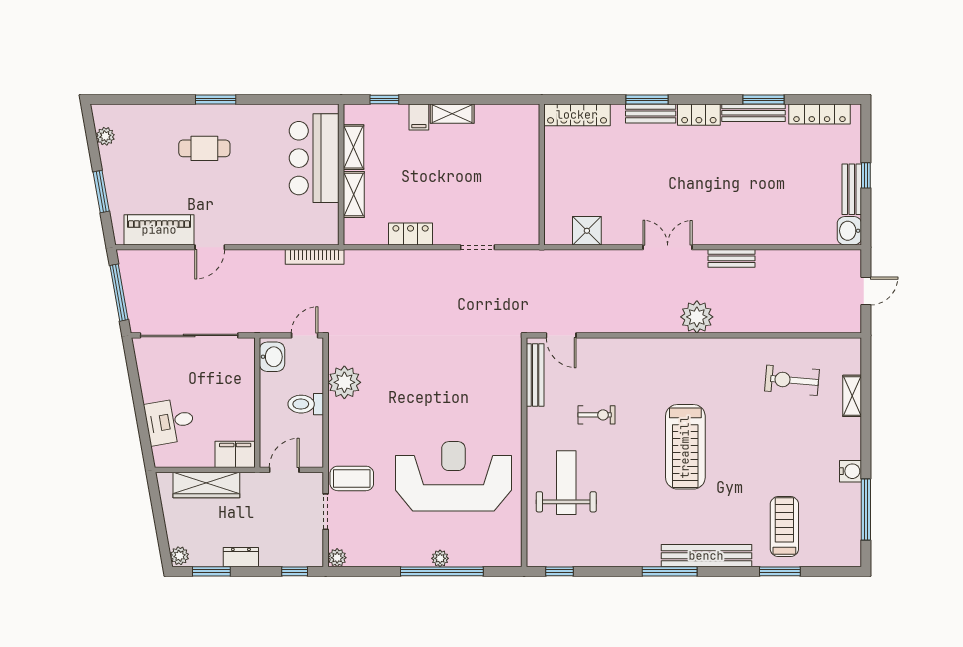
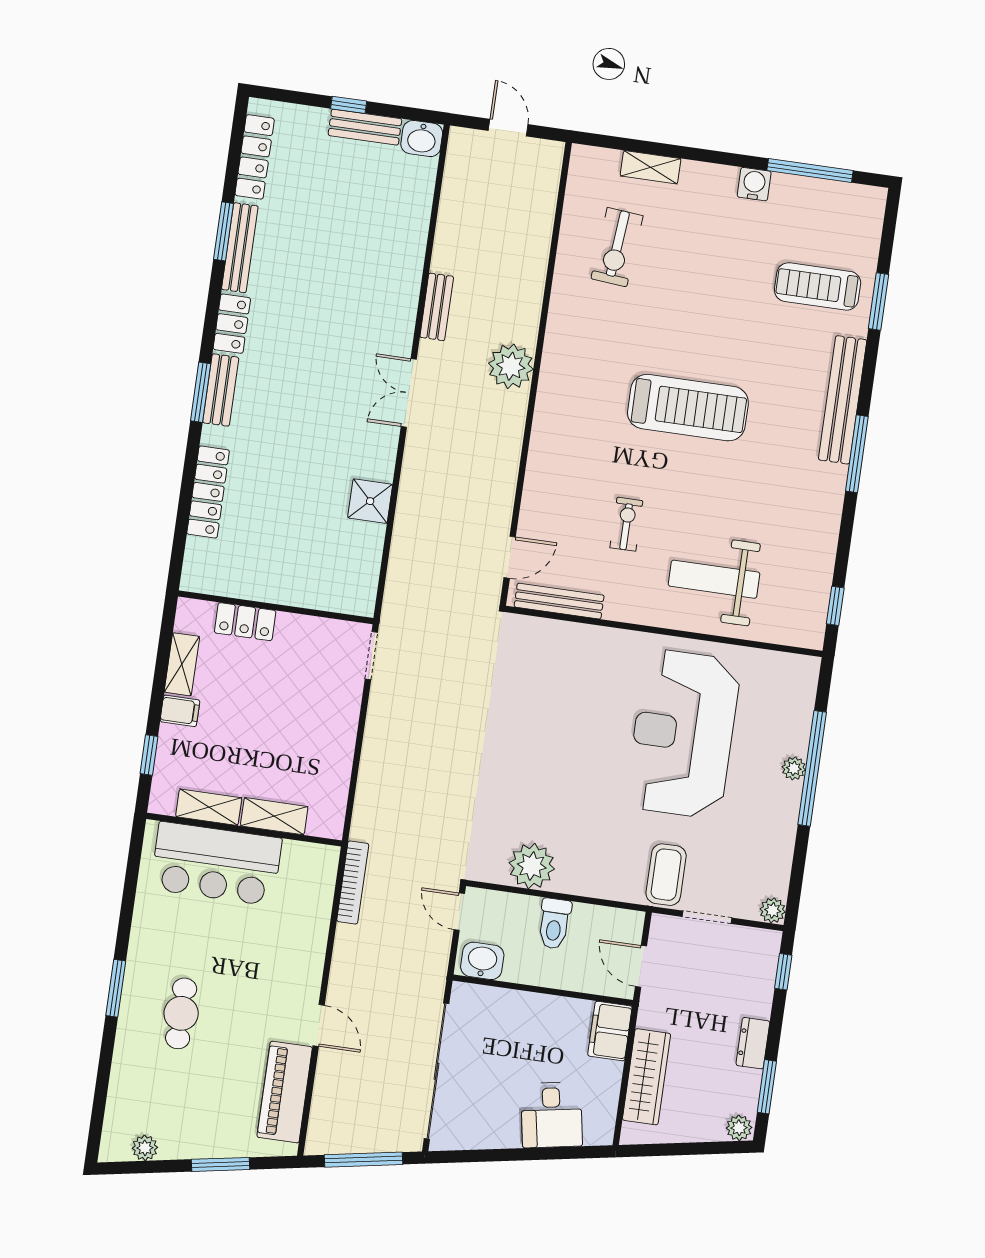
wall: (542, 174) -> (276, 607), moved
locker: (411, 234) -> (245, 622), moved, turned -90

